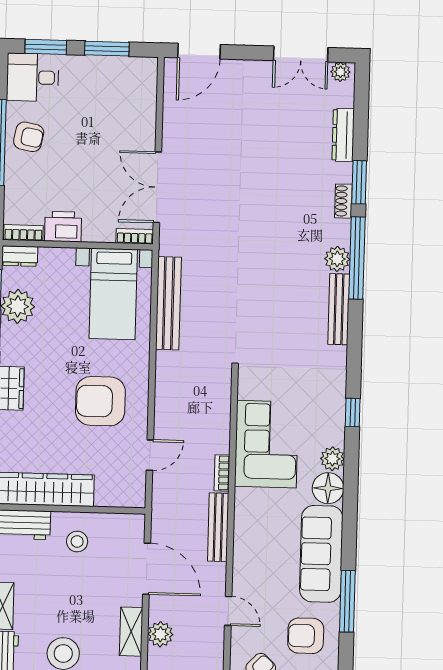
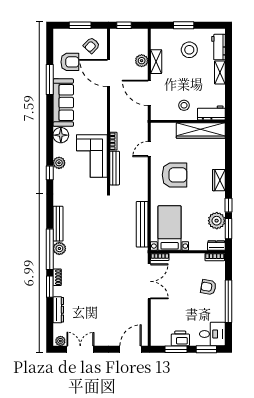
armchair: (29, 137) -> (208, 287), moved
printer: (63, 227) -> (180, 338), moved, turned 180
plant: (332, 459) -> (59, 163), moved
bench: (218, 527) -> (115, 168), moved
door: (228, 611) -> (108, 73), width x1.88

